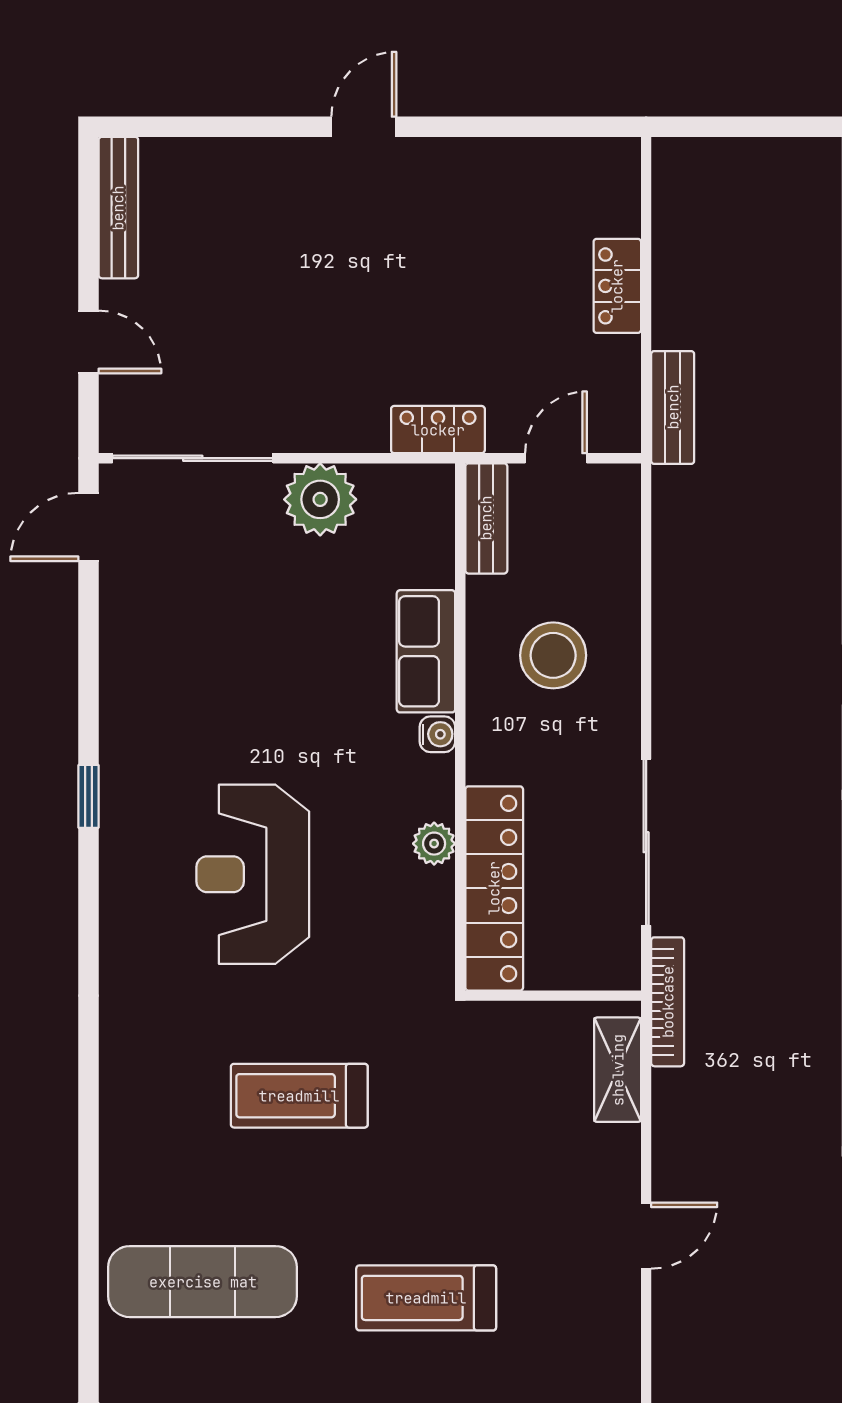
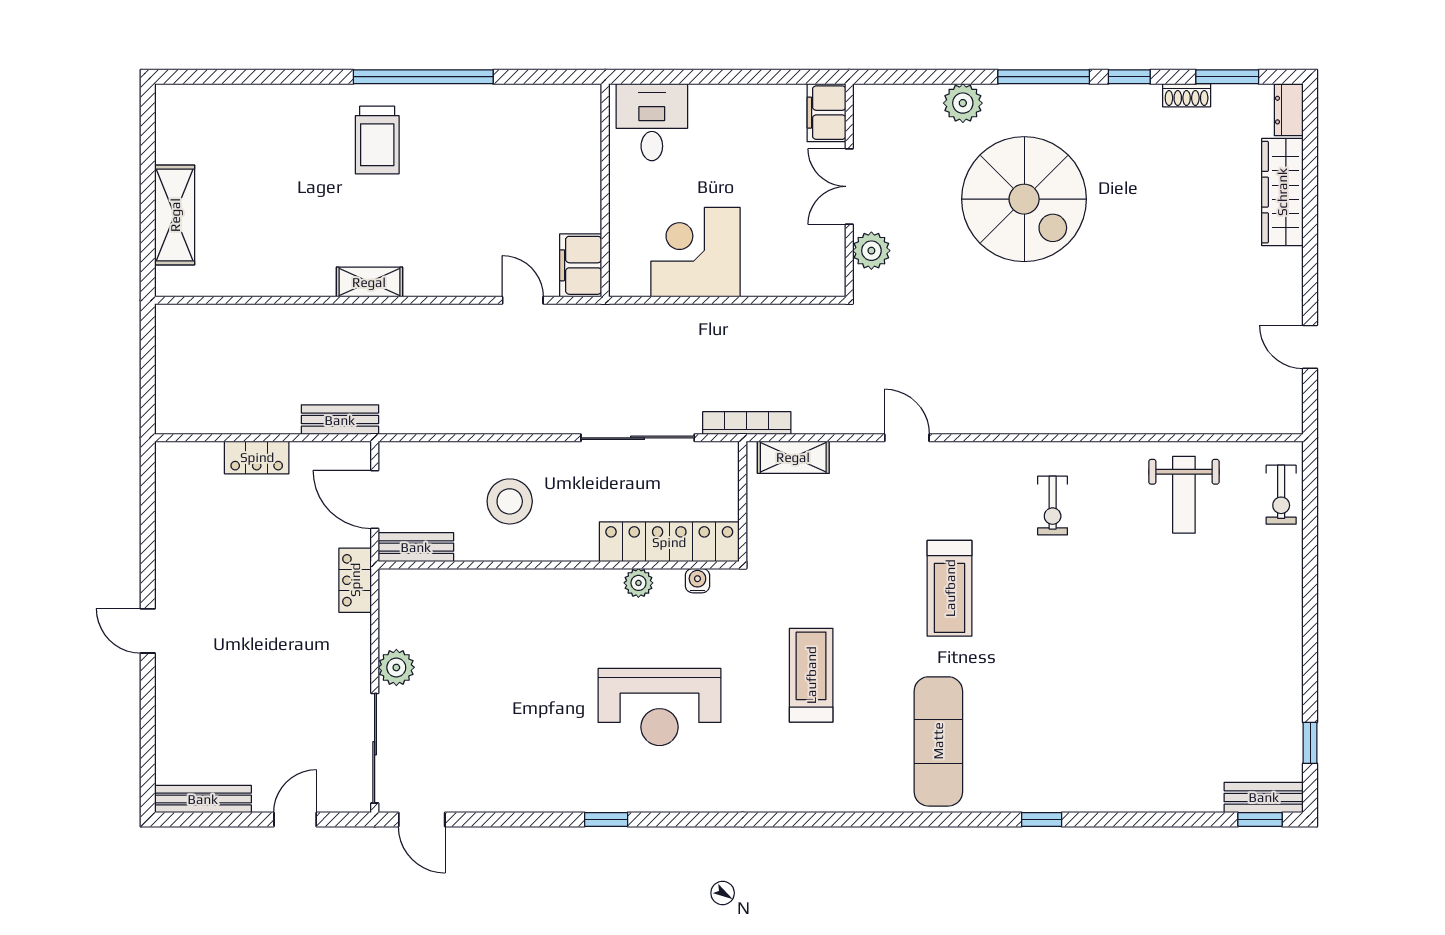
door: (556, 458) -> (375, 499), width x1.38
plant: (320, 499) -> (396, 667), width x0.73, depth x0.73
row of seats: (426, 651) -> (507, 588), removed
water cooler: (437, 734) -> (697, 581), moved
treadmill: (299, 1096) -> (811, 675), turned 180

